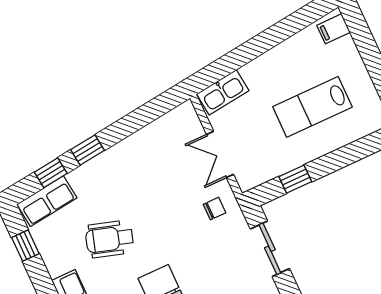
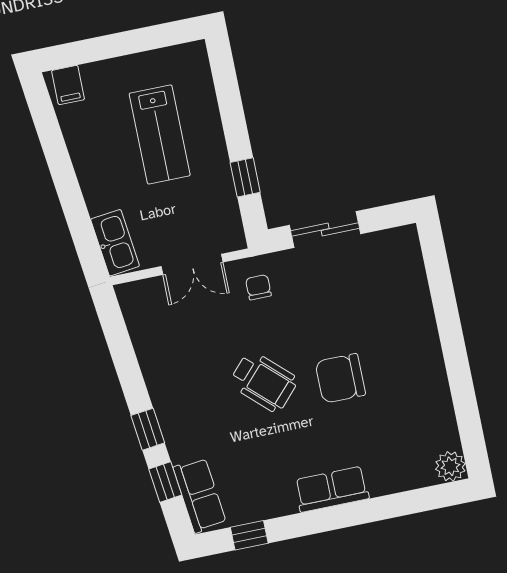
wheelchair: (109, 239) -> (264, 382), moved, turned -64

